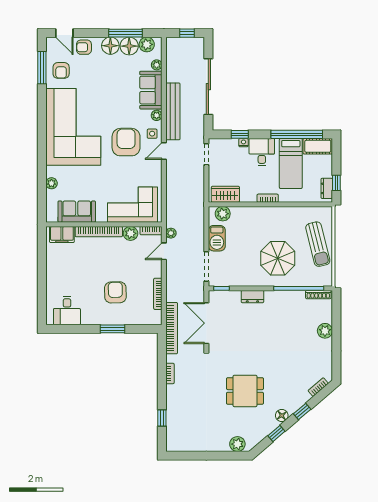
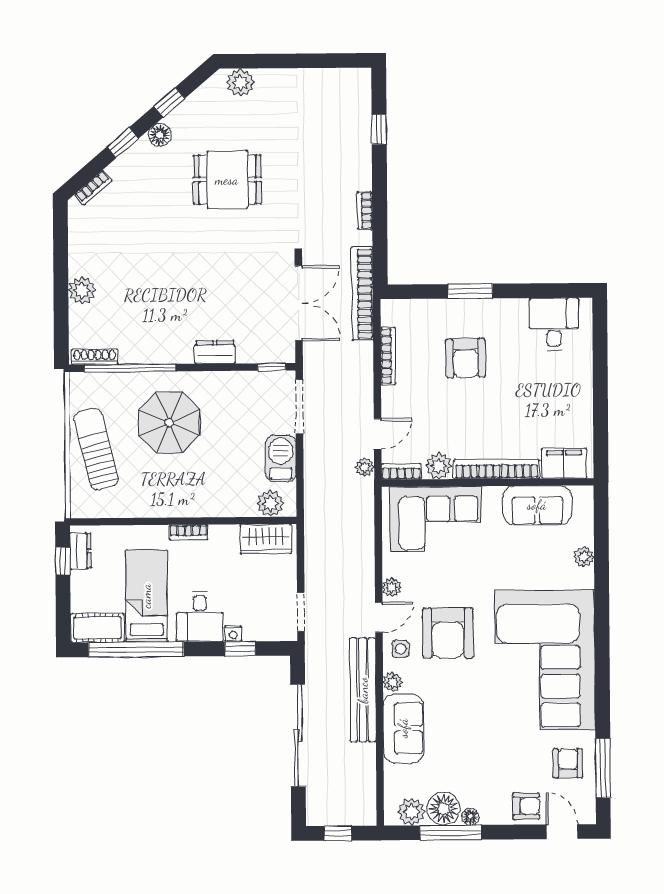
floor lamp: (110, 46) -> (470, 817), width x0.53, depth x0.53
plant: (157, 65) -> (392, 587), moved

